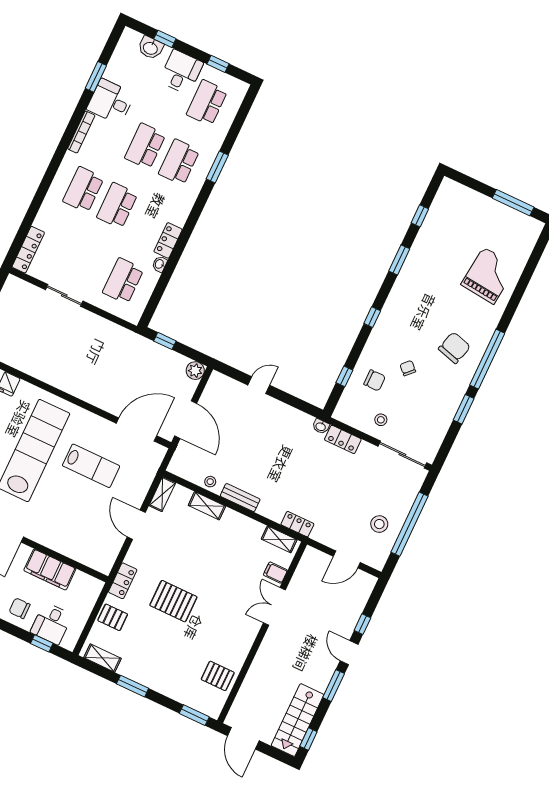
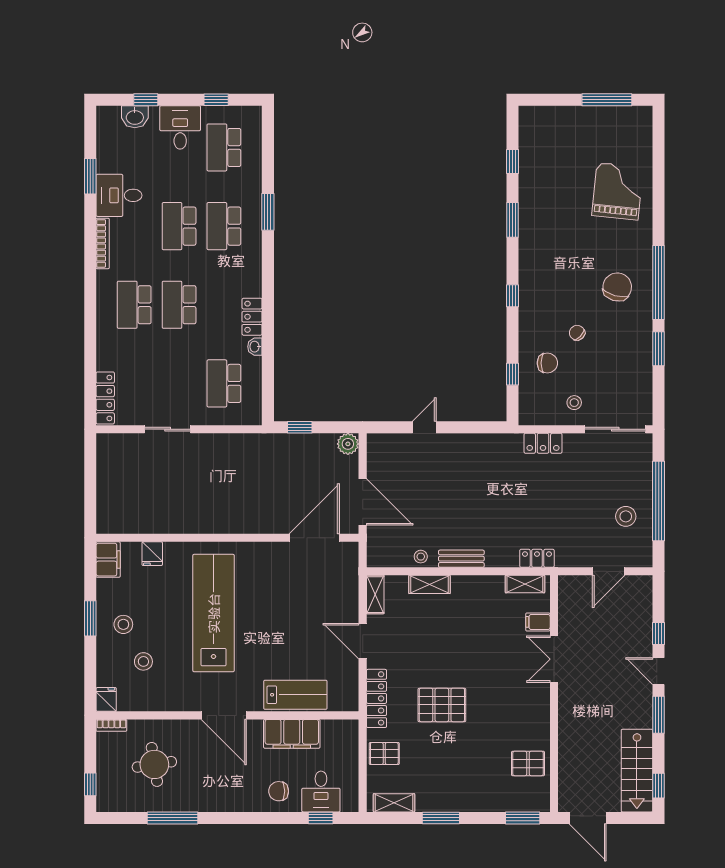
washbasin: (321, 426) -> (512, 440), removed
lab bench: (91, 466) -> (295, 695), moved
locker: (123, 581) -> (376, 698), width x1.53

